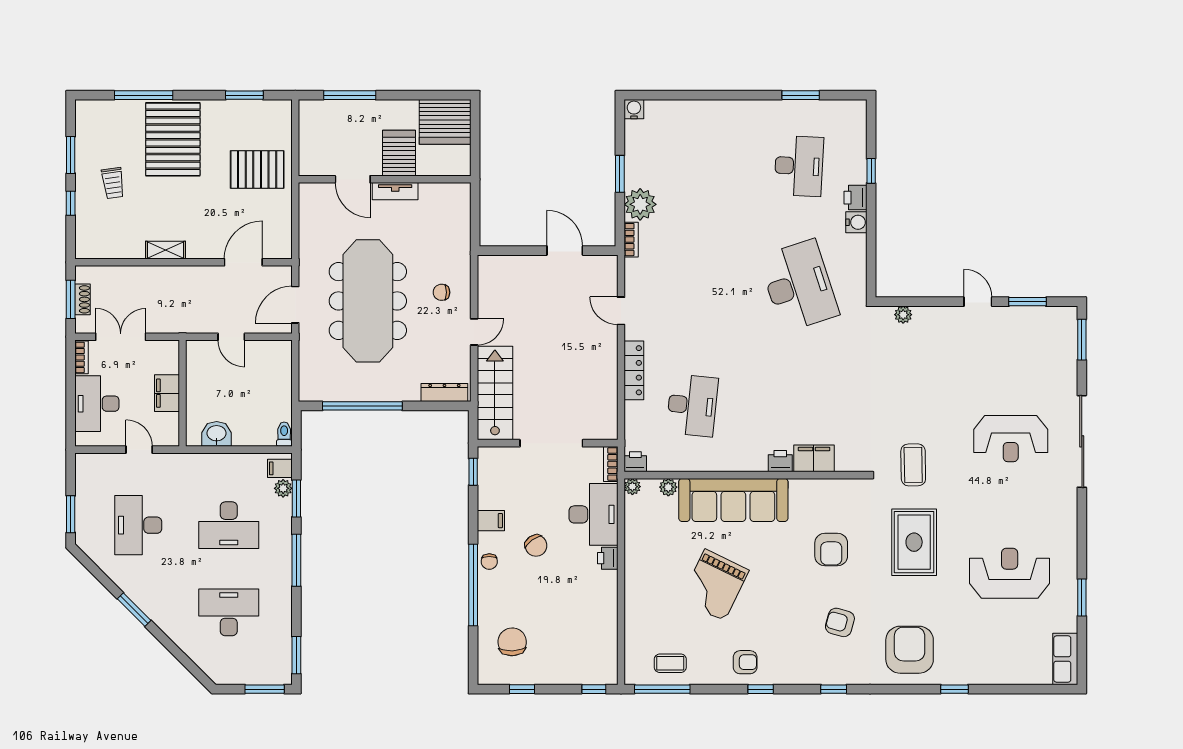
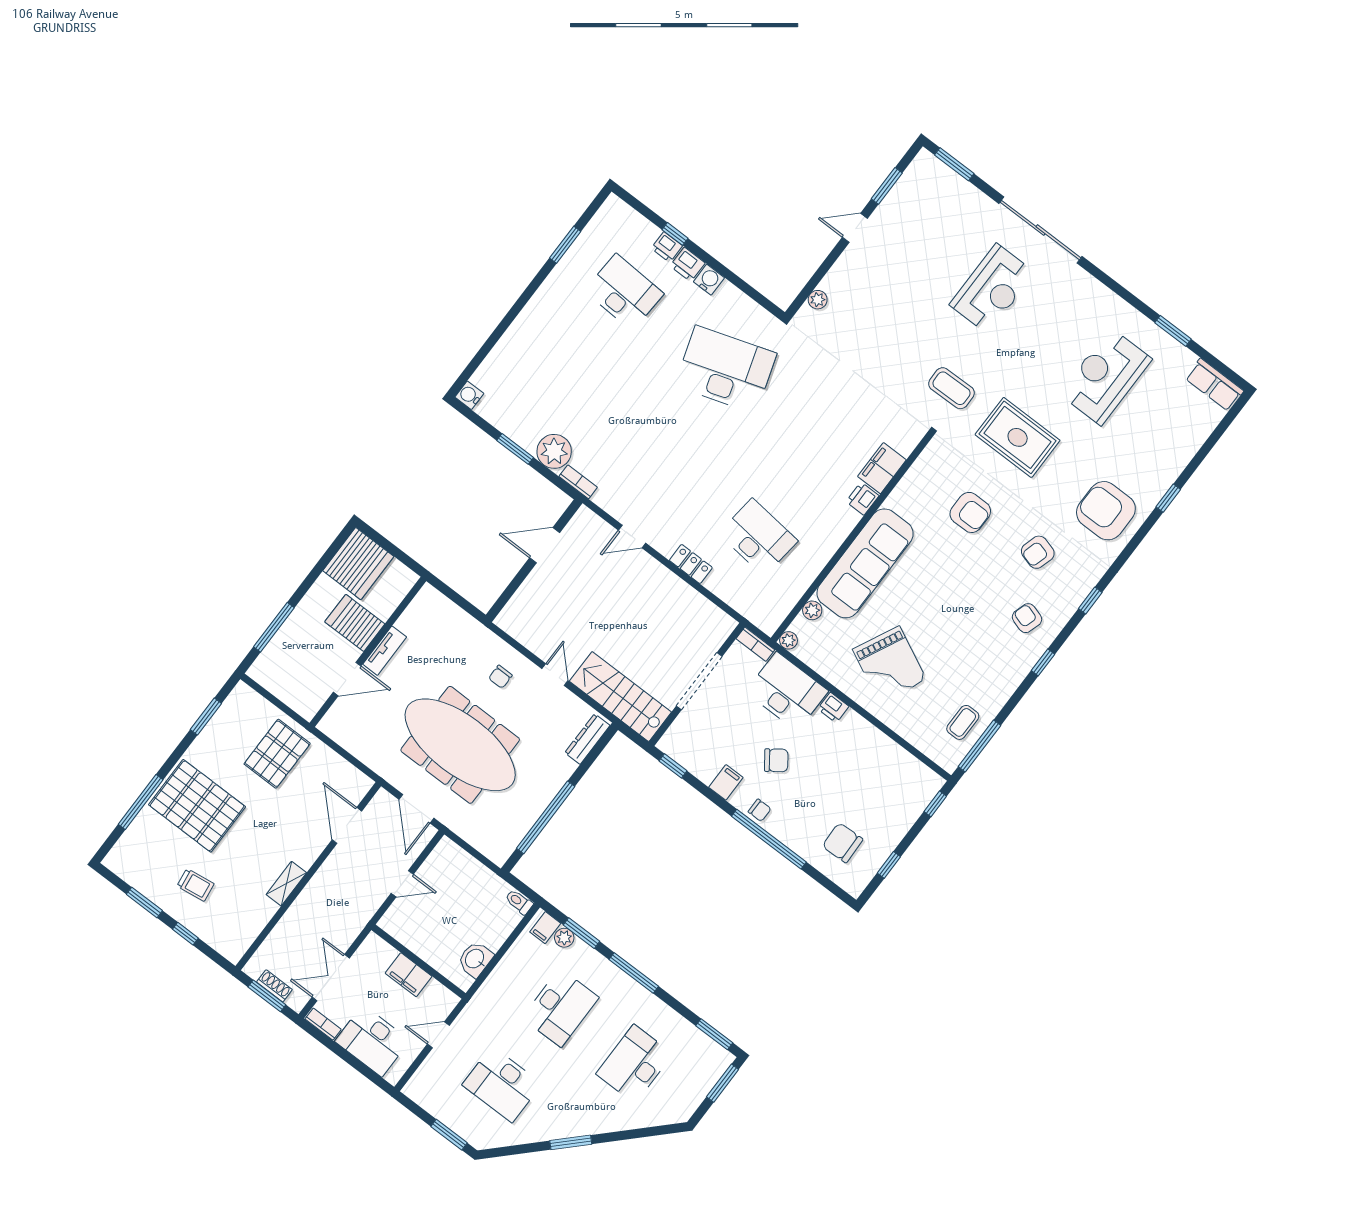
locker: (634, 370) -> (691, 564), width x0.66
printer: (635, 462) -> (667, 247), moved, turned -90
grand piano: (715, 585) -> (890, 665), moved
armchair: (745, 662) -> (1027, 618), moved, turned -73

